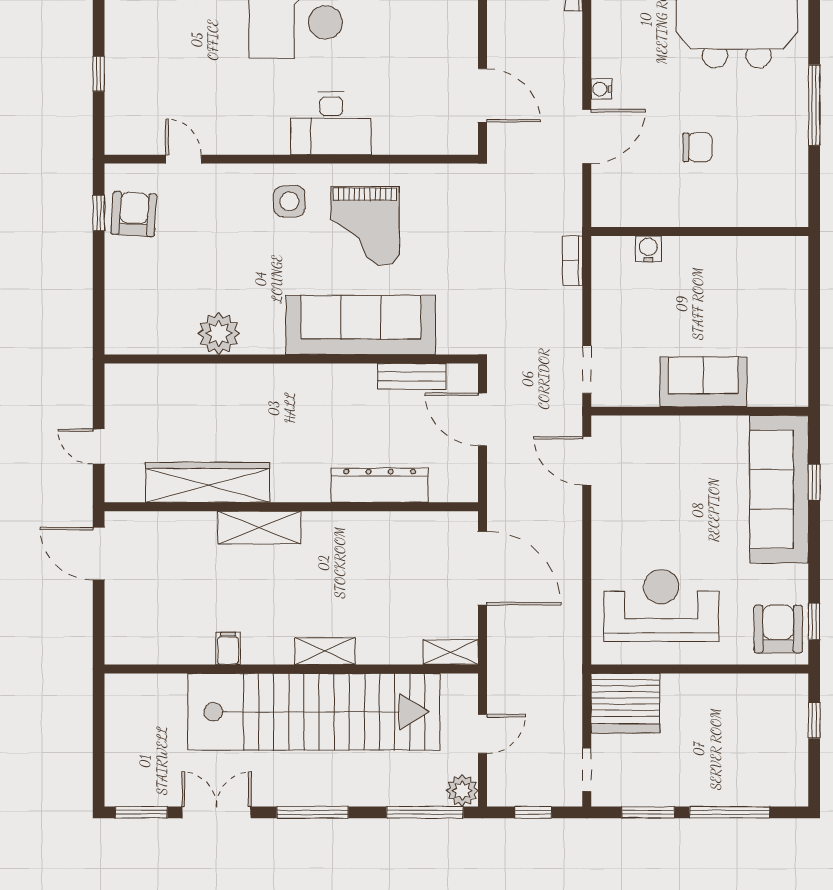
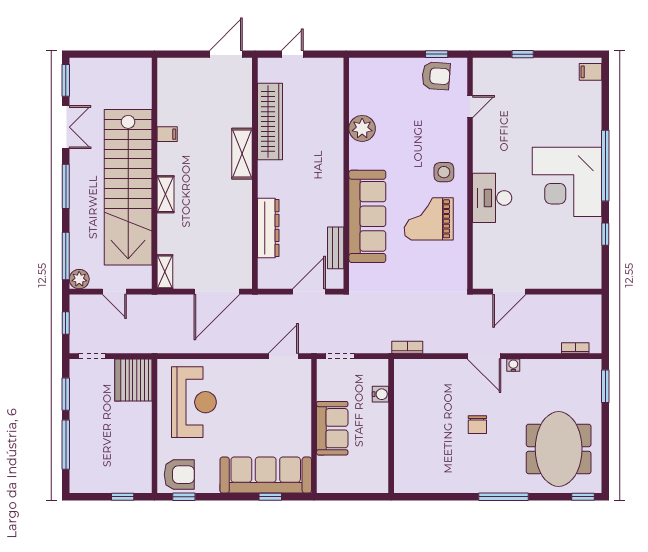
wall: (700, 232) -> (391, 426), moved
water cooler: (648, 249) -> (380, 394), moved

